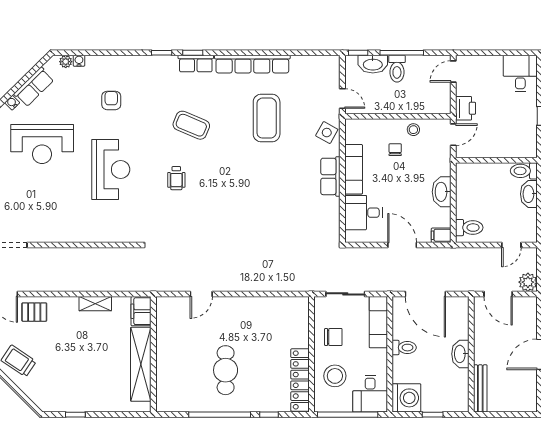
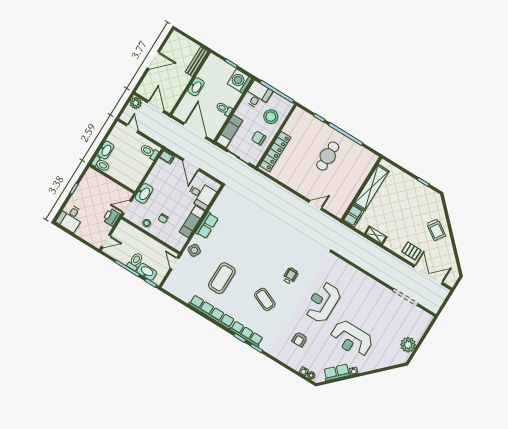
row of seats: (196, 64) -> (246, 334), width x1.48
reception desk: (42, 144) -> (351, 339), turned 180
washbasin: (442, 192) -> (144, 193), moved
door: (511, 245) -> (132, 128), hinge flipped
locker: (300, 380) -> (275, 151), moved

